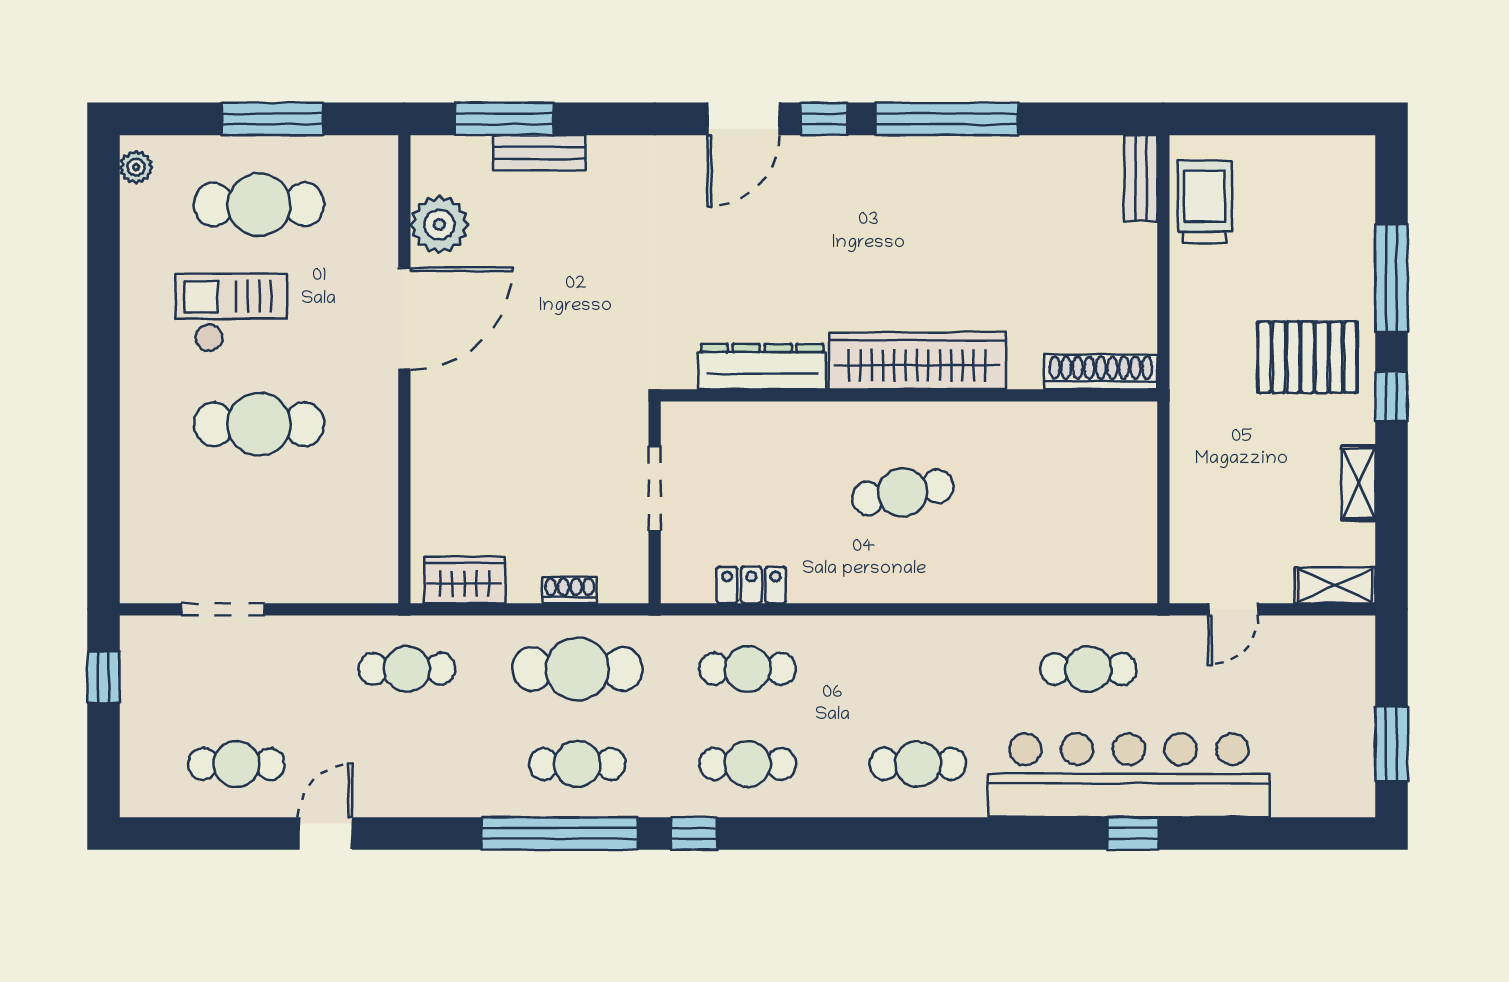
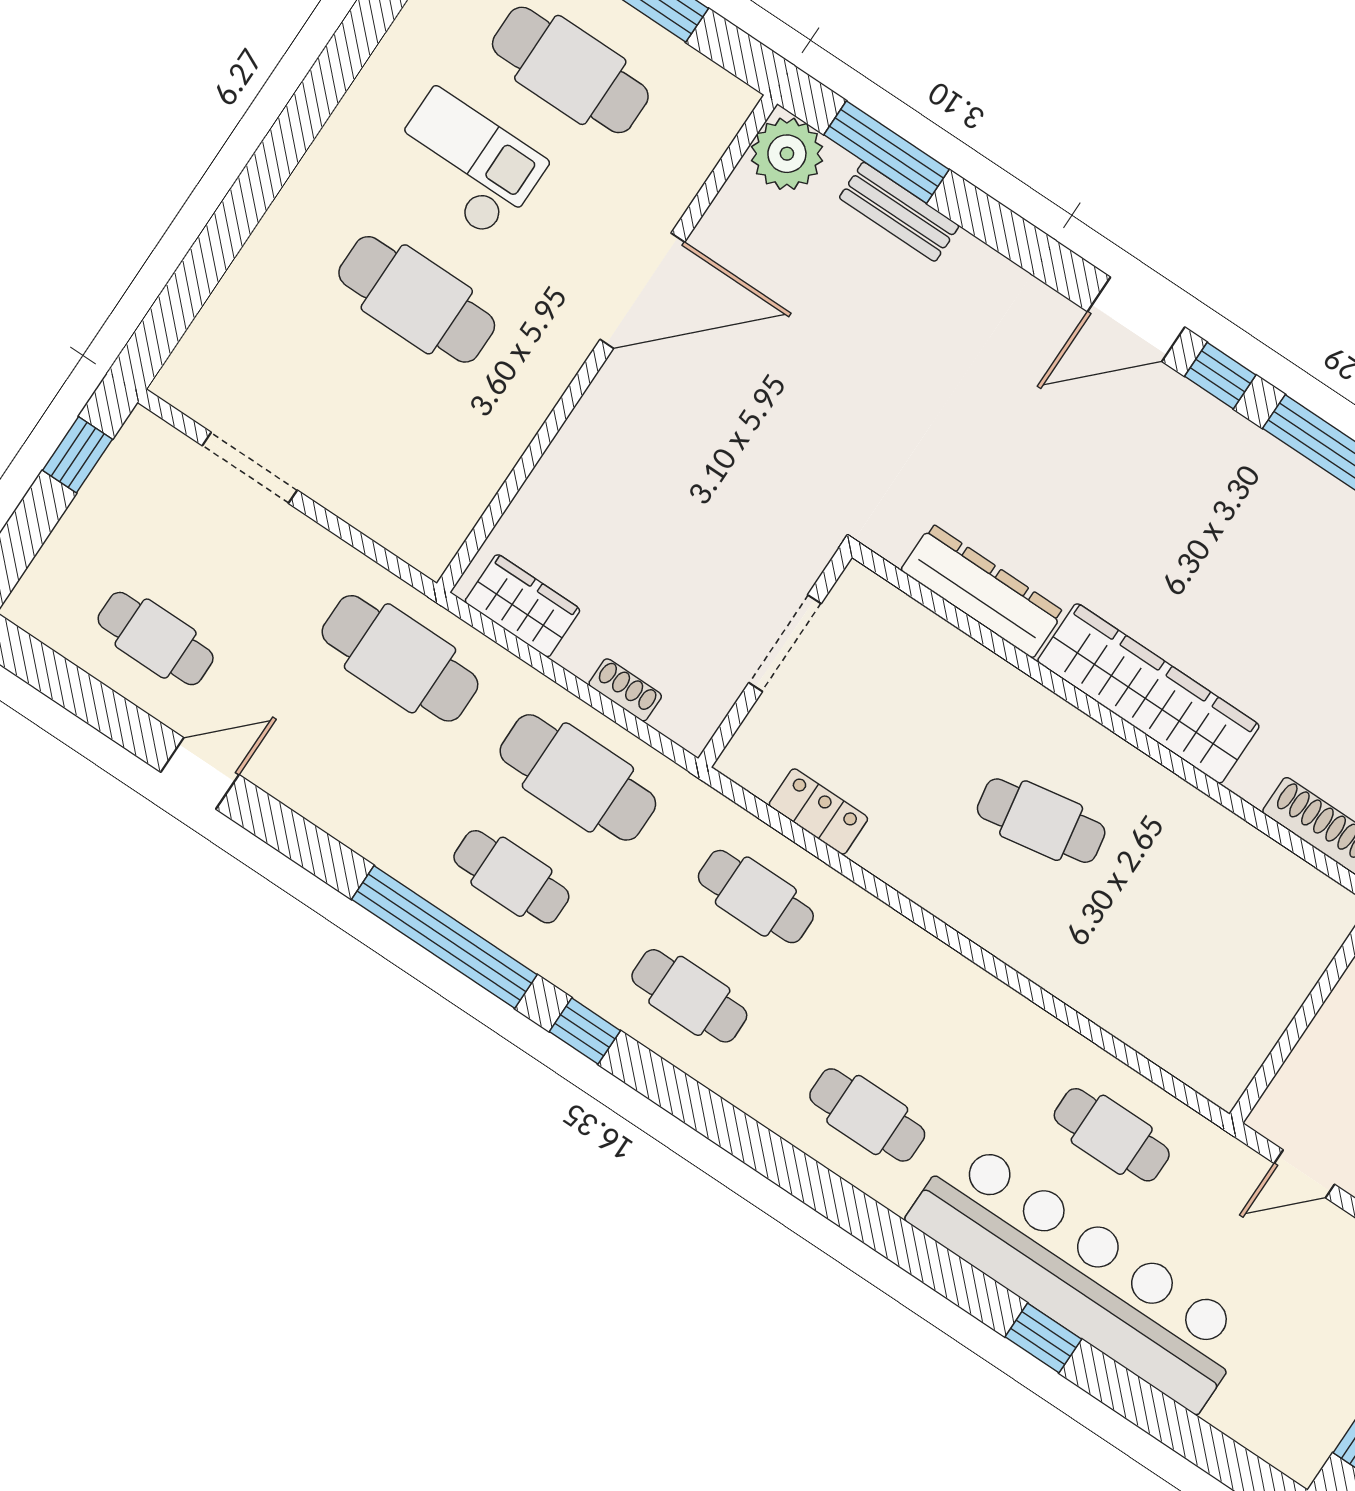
plant: (439, 224) -> (787, 154), moved
cafe table: (407, 669) -> (400, 658), width x1.37, depth x1.35

